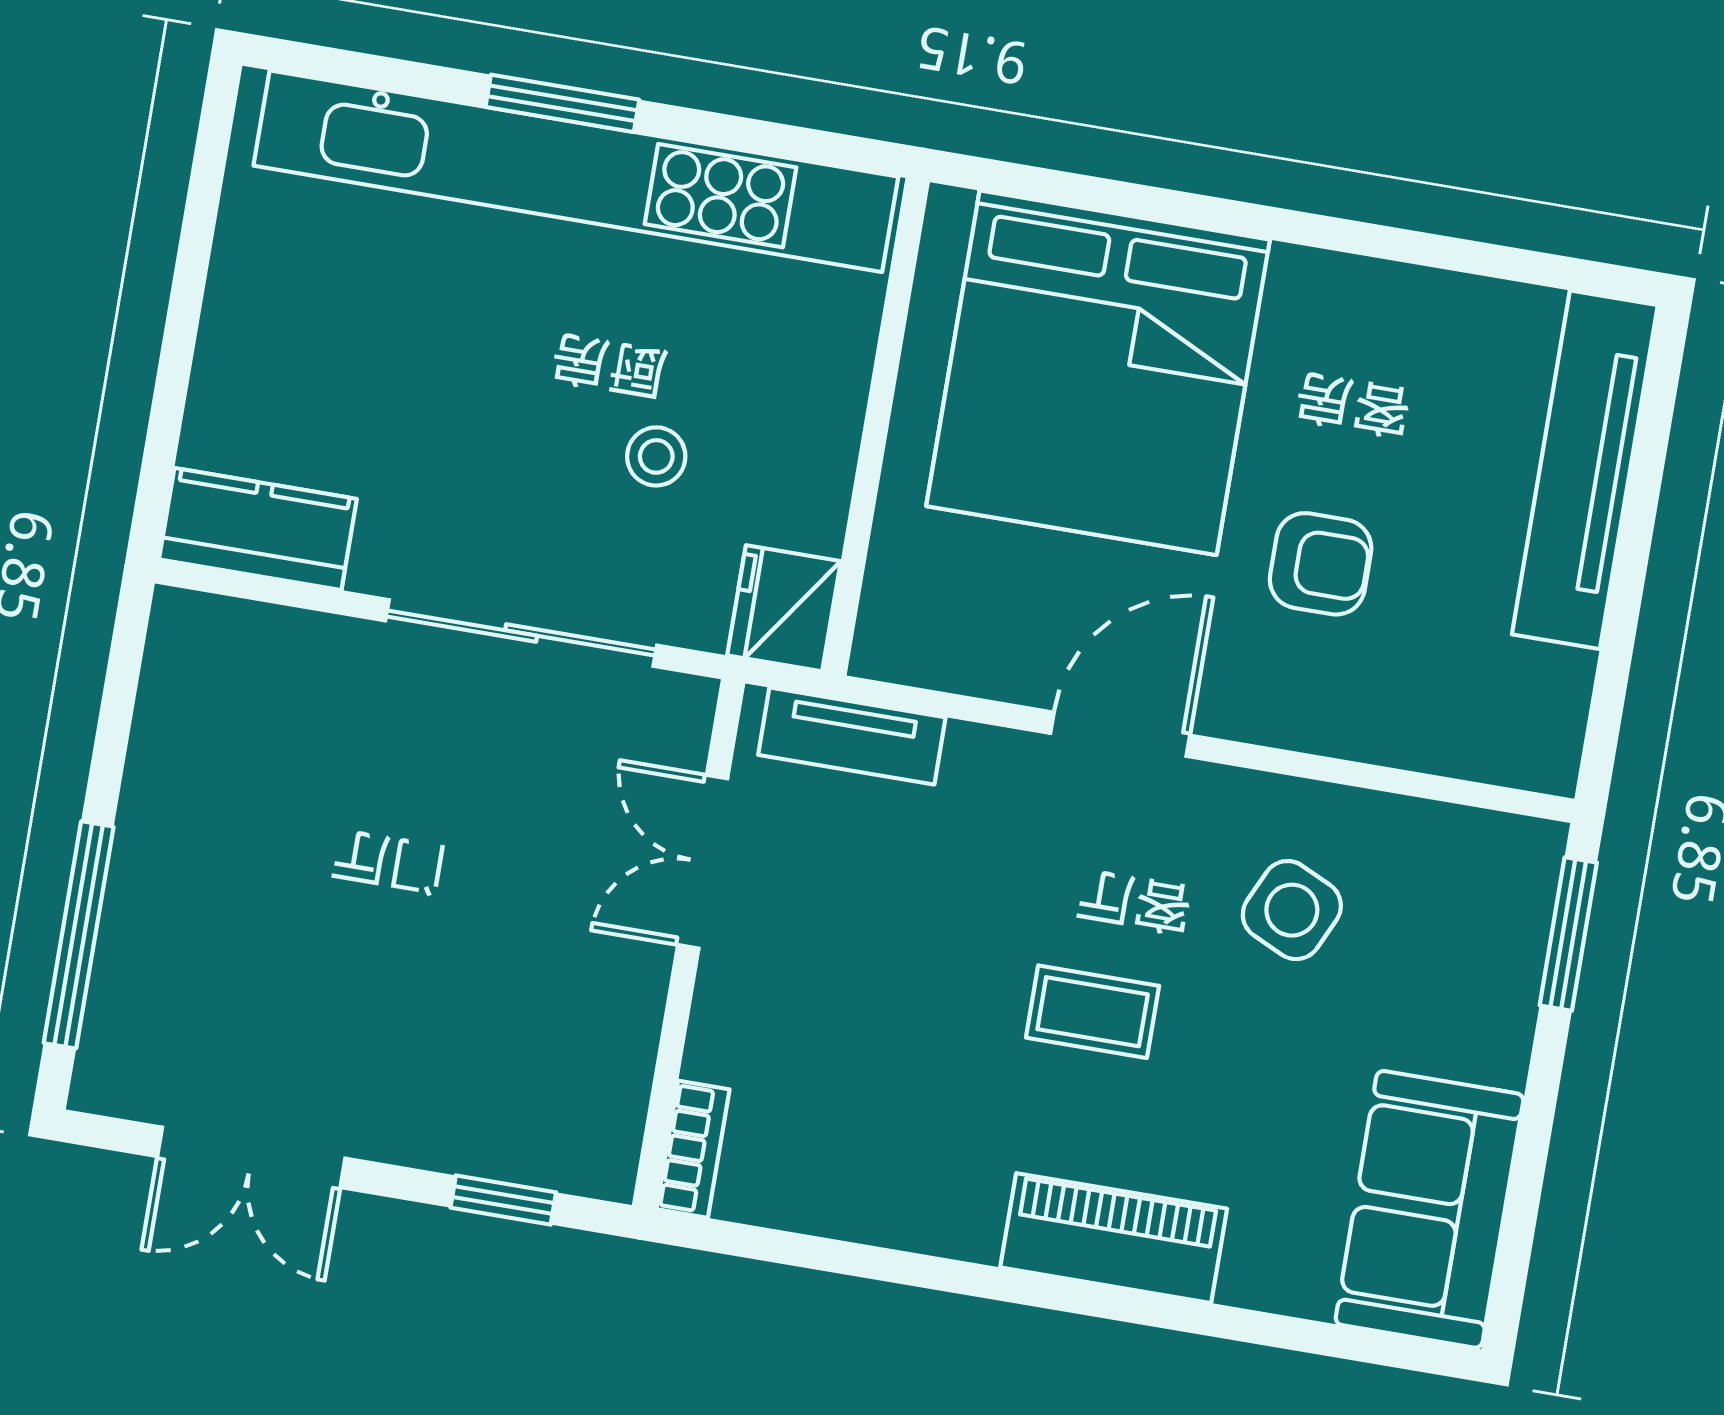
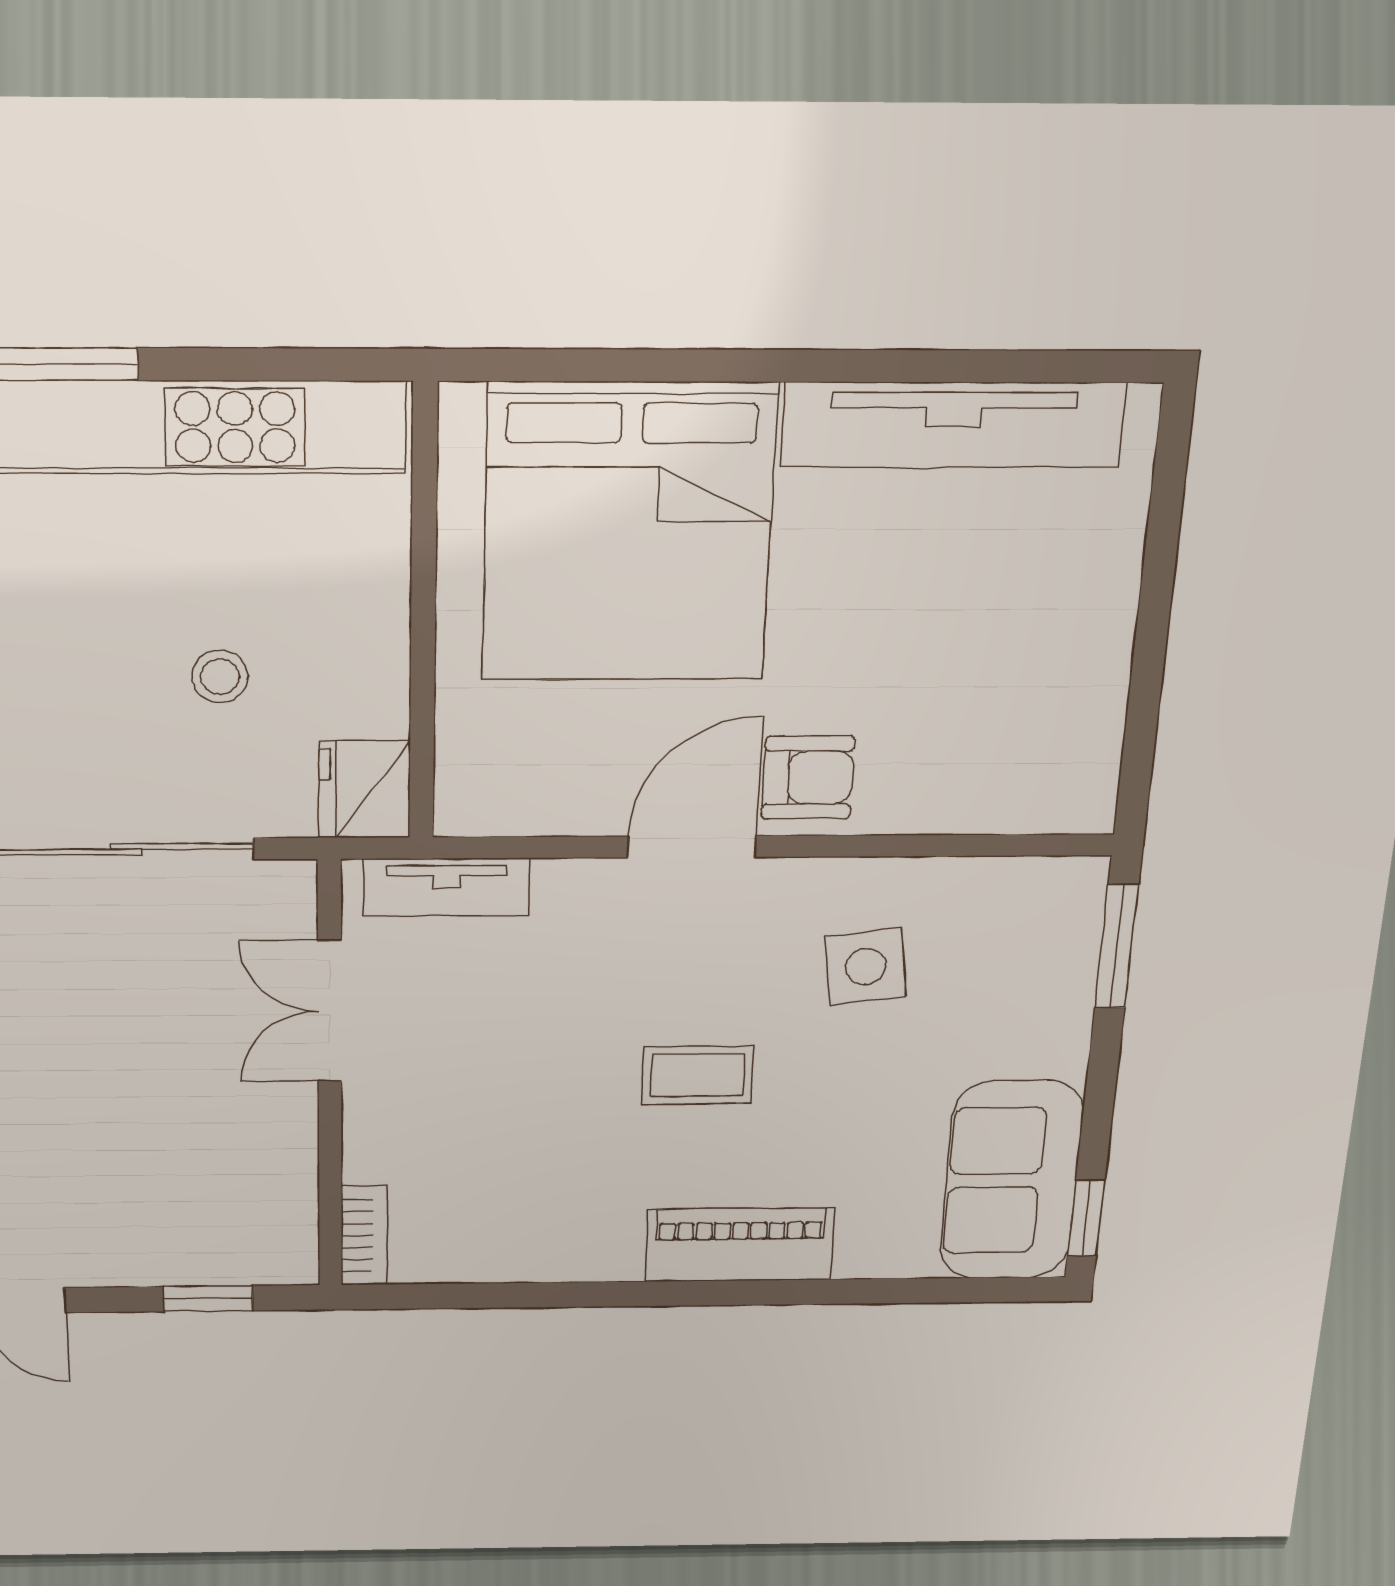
tv unit: (1585, 470) -> (953, 425), moved, turned -90
armchair: (1321, 564) -> (808, 778), moved
side table: (1292, 910) -> (866, 966), turned -32
window: (1511, 1274) -> (1086, 1218), added

